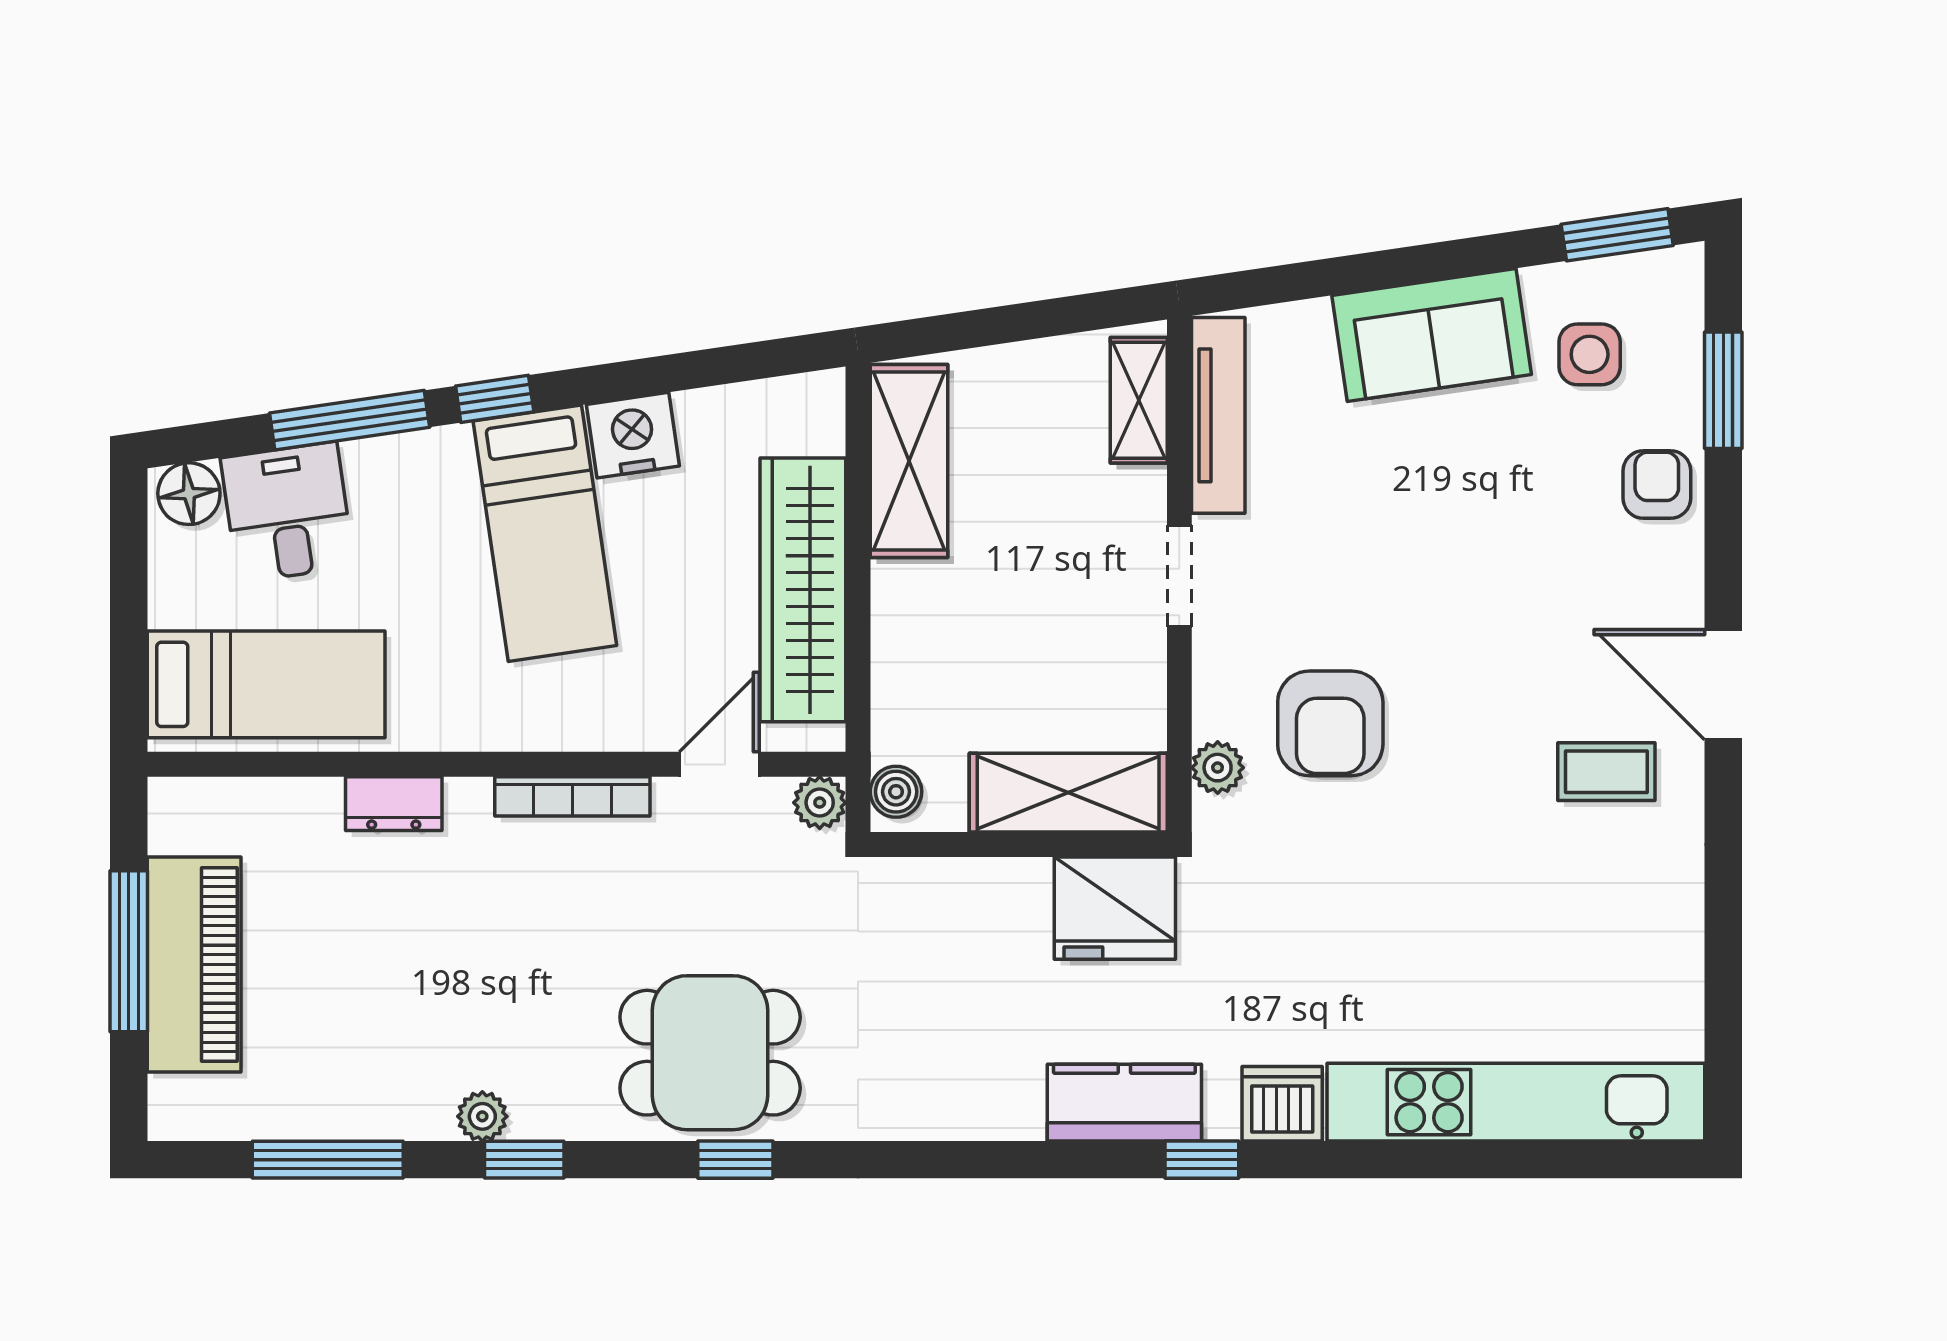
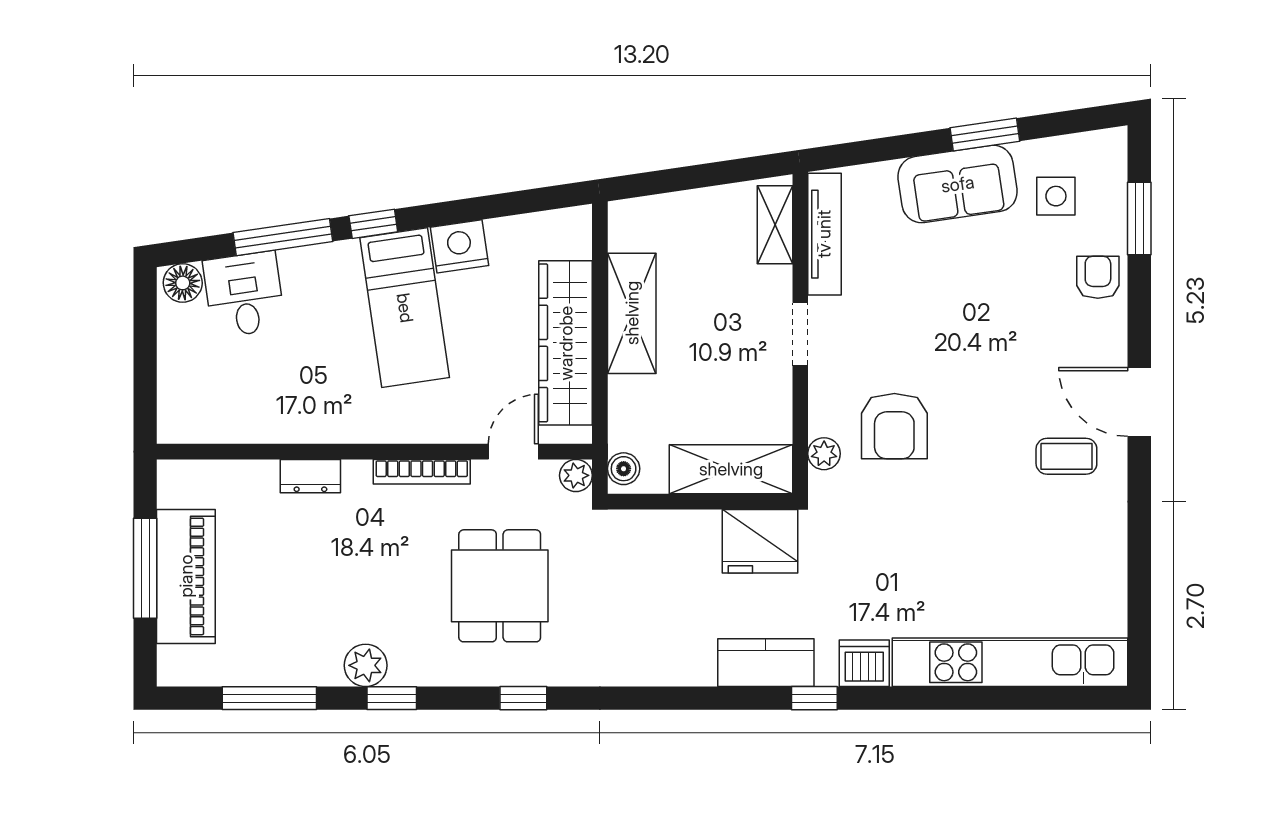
window: (1617, 235) -> (985, 134), moved
shelving: (909, 461) -> (632, 313), moved
bed: (266, 684) -> (231, 402), removed
dining table: (710, 1053) -> (500, 586), moved, turned 90
plant: (482, 1116) -> (366, 665), width x1.38, depth x1.38

